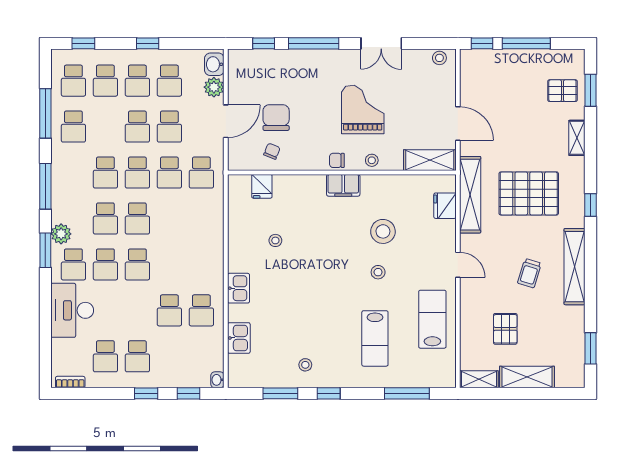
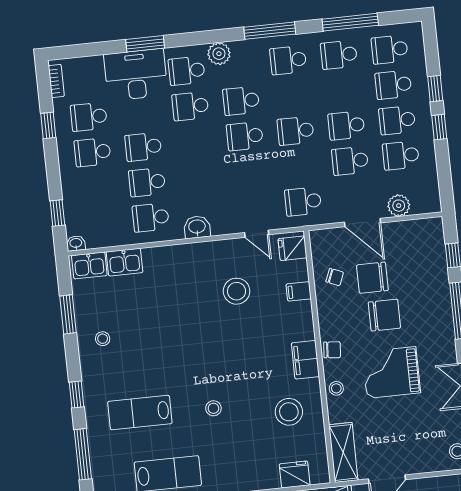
window: (83, 43) -> (435, 89), moved
washbasin: (214, 64) -> (197, 227), moved
chair: (311, 110) -> (384, 315), added
grand piano: (363, 110) -> (391, 372), turned 180
chair: (276, 118) -> (372, 278), turned 180
chair: (337, 160) -> (332, 350), turned 95
school desk: (105, 173) -> (288, 60), moved
school desk: (169, 173) -> (299, 166), removed
filing cabinet: (281, 185) -> (299, 291), added
fridge: (262, 186) -> (293, 248), moved
door: (226, 217) -> (257, 234), added
stool: (383, 231) -> (289, 412), moved
stool: (275, 240) -> (237, 291), width x1.89, depth x1.89
window: (45, 250) -> (145, 44), moved
school desk: (137, 264) -> (143, 147), moved
kitchen sink: (238, 288) -> (89, 265), moved
window: (146, 393) -> (48, 125), moved
window: (329, 393) -> (77, 395), moved

